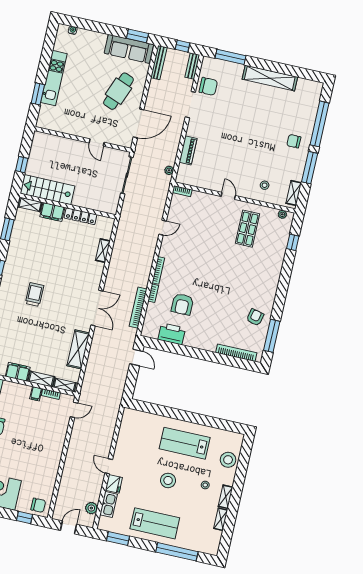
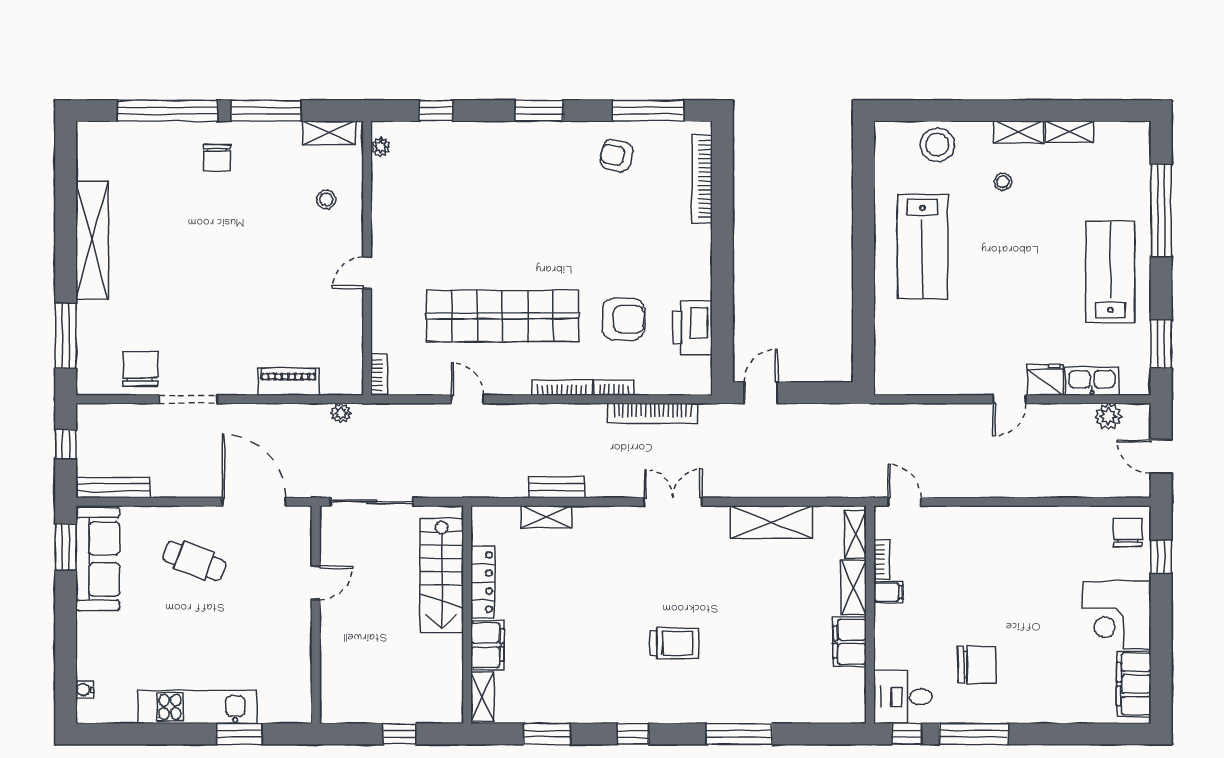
bench: (192, 66) -> (557, 487), moved
cafe table: (118, 91) -> (194, 561), width x0.73, depth x0.74
stairs: (47, 190) -> (442, 576), moved
shop shelf: (247, 229) -> (503, 316), moved, width x2.00, depth x1.36
window: (283, 288) -> (539, 111), added
trolley: (35, 294) -> (674, 643), turned 180
double door: (97, 308) -> (673, 502), width x0.73
stool: (168, 480) -> (1011, 264), removed

